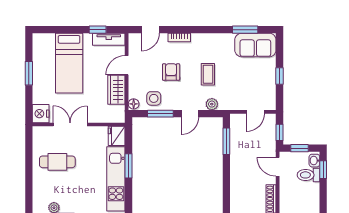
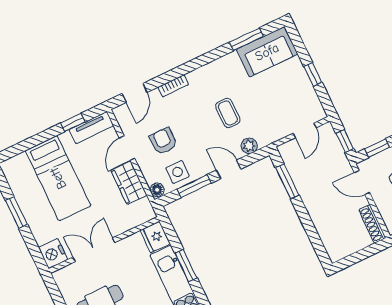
armchair: (171, 72) -> (163, 141), moved
door: (190, 114) -> (229, 169), swing flipped

